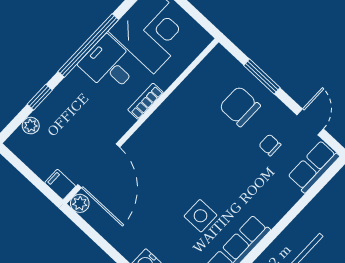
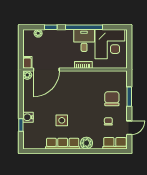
plant: (272, 211) -> (86, 143), added

